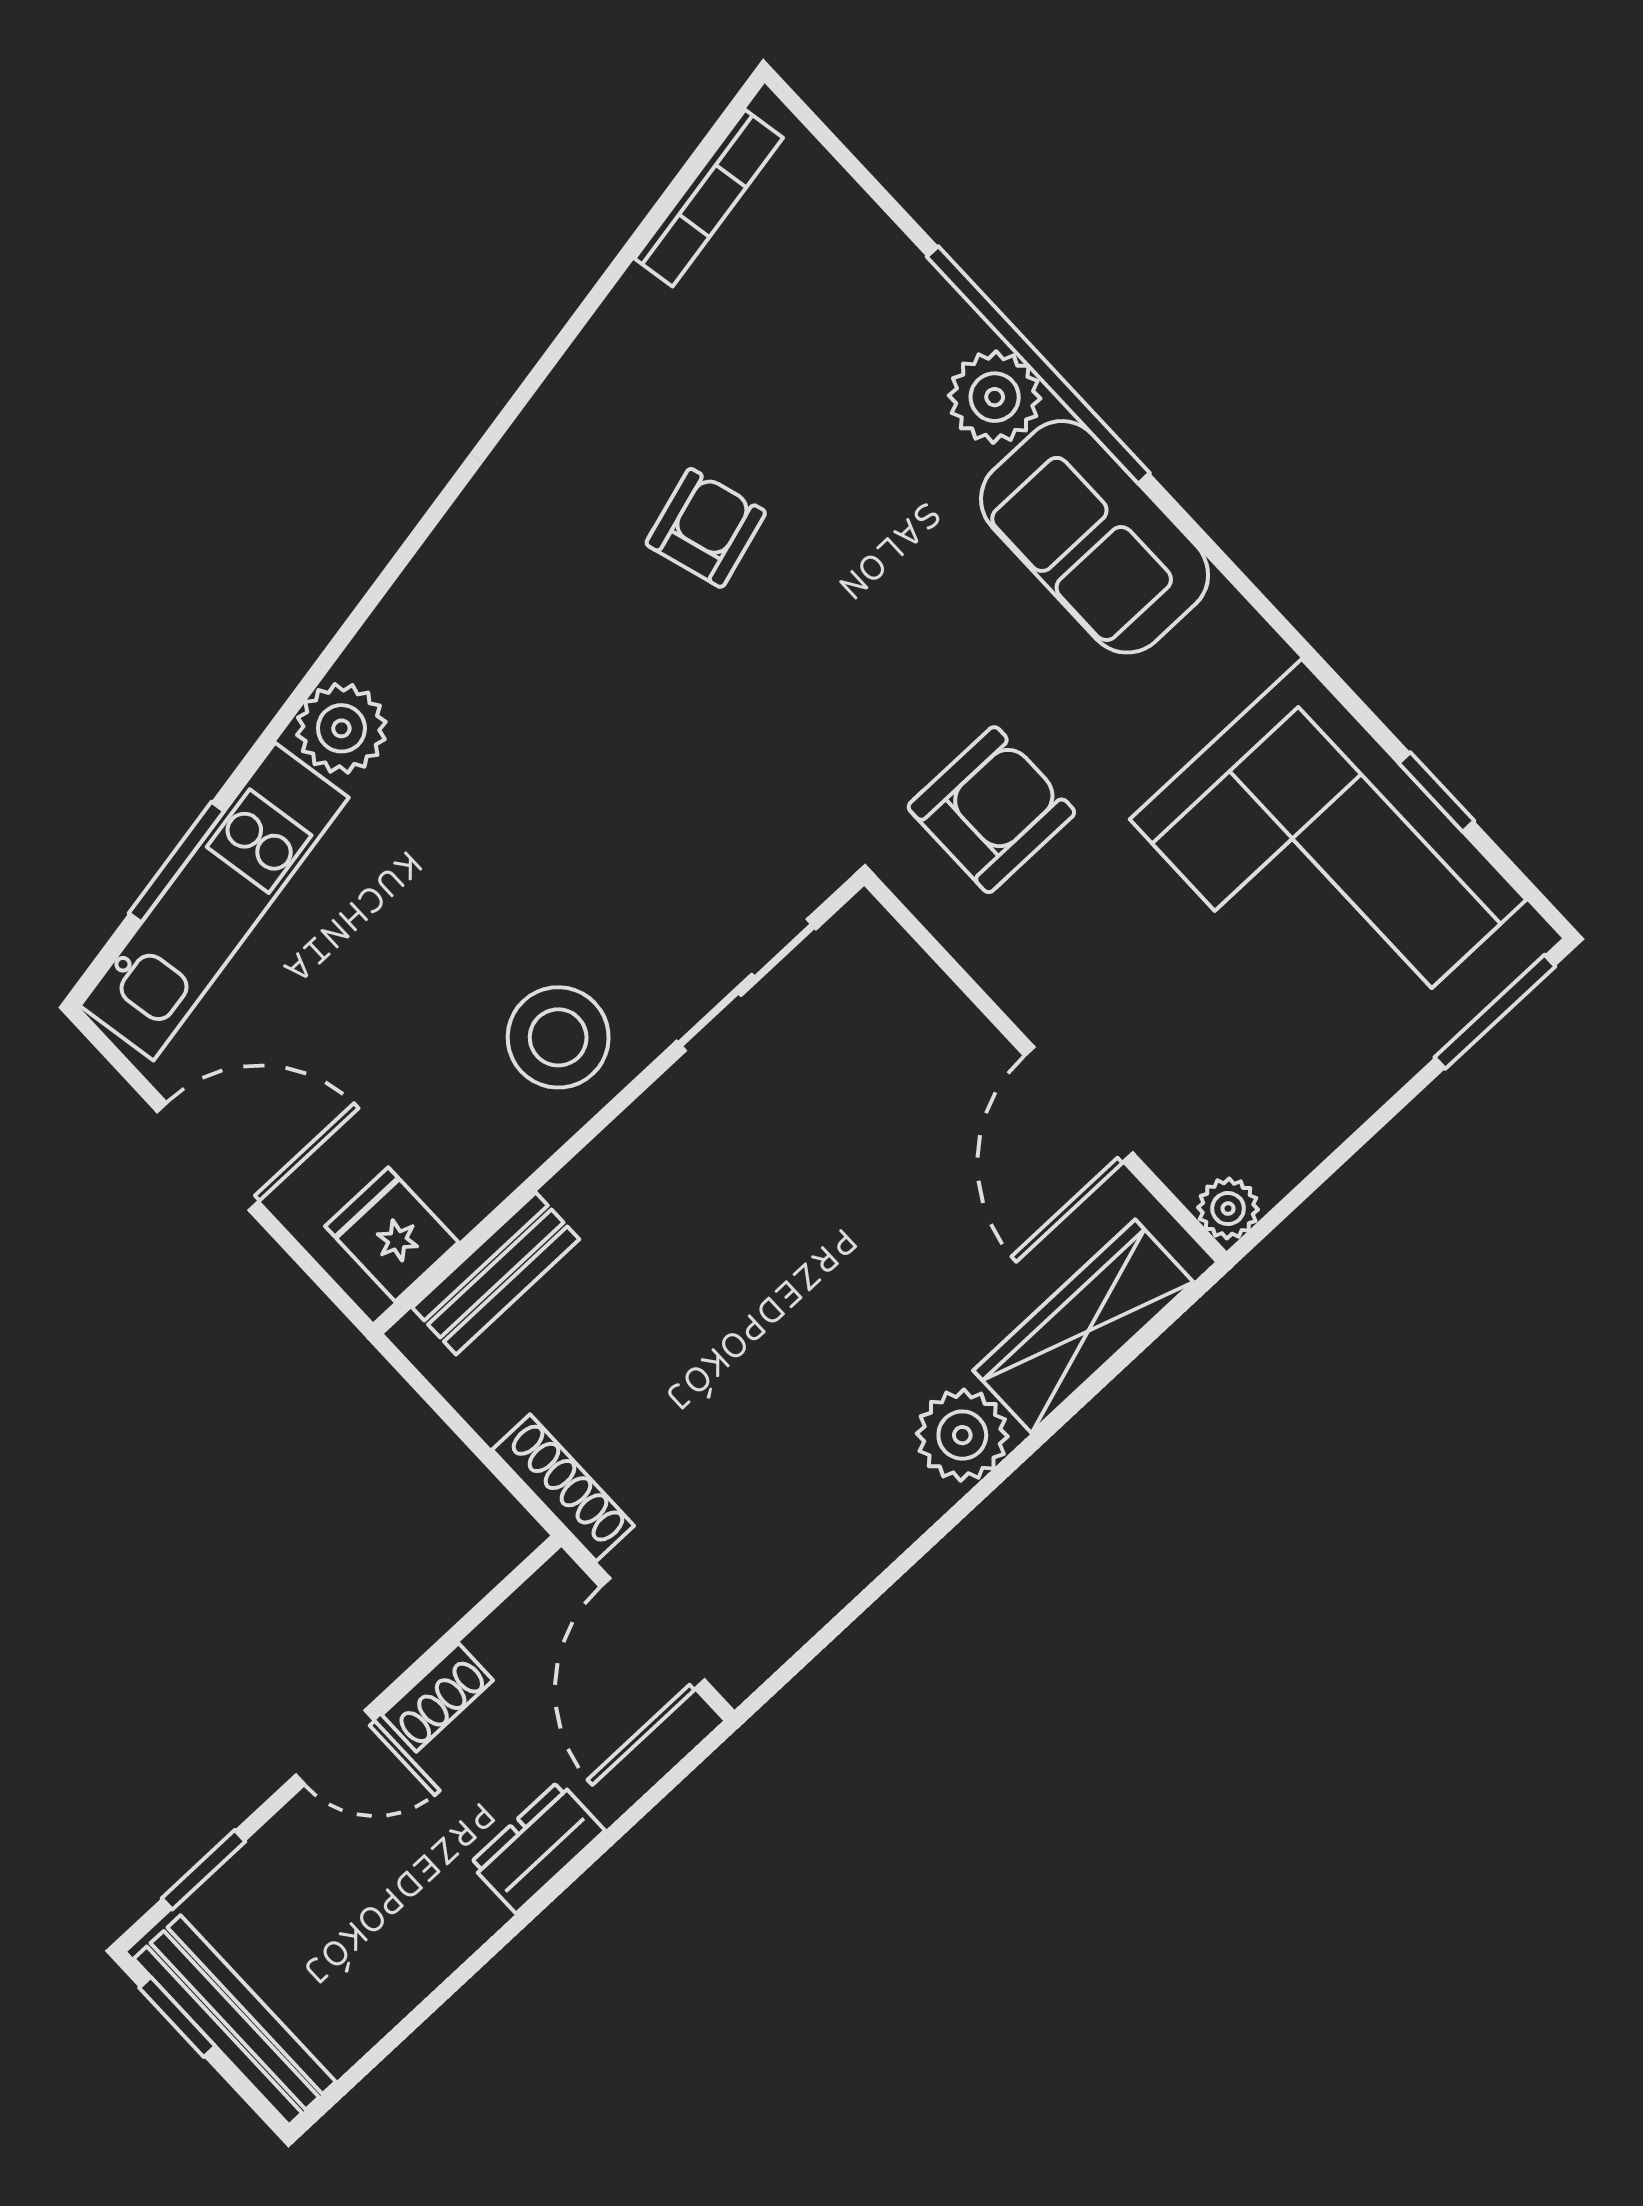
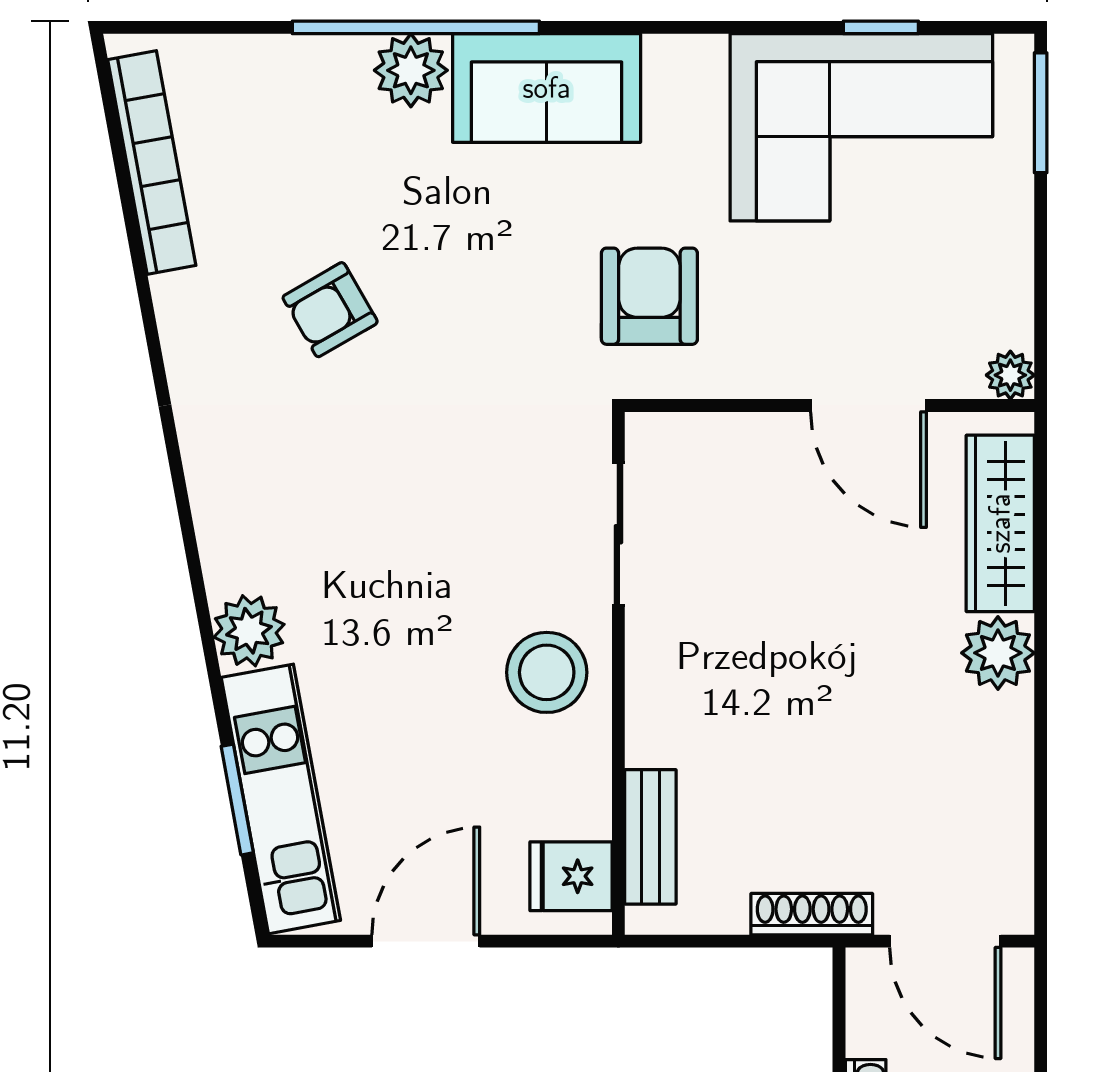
bookcase: (709, 198) -> (152, 162), width x1.48, depth x1.31
armchair: (706, 528) -> (330, 310), turned -103

